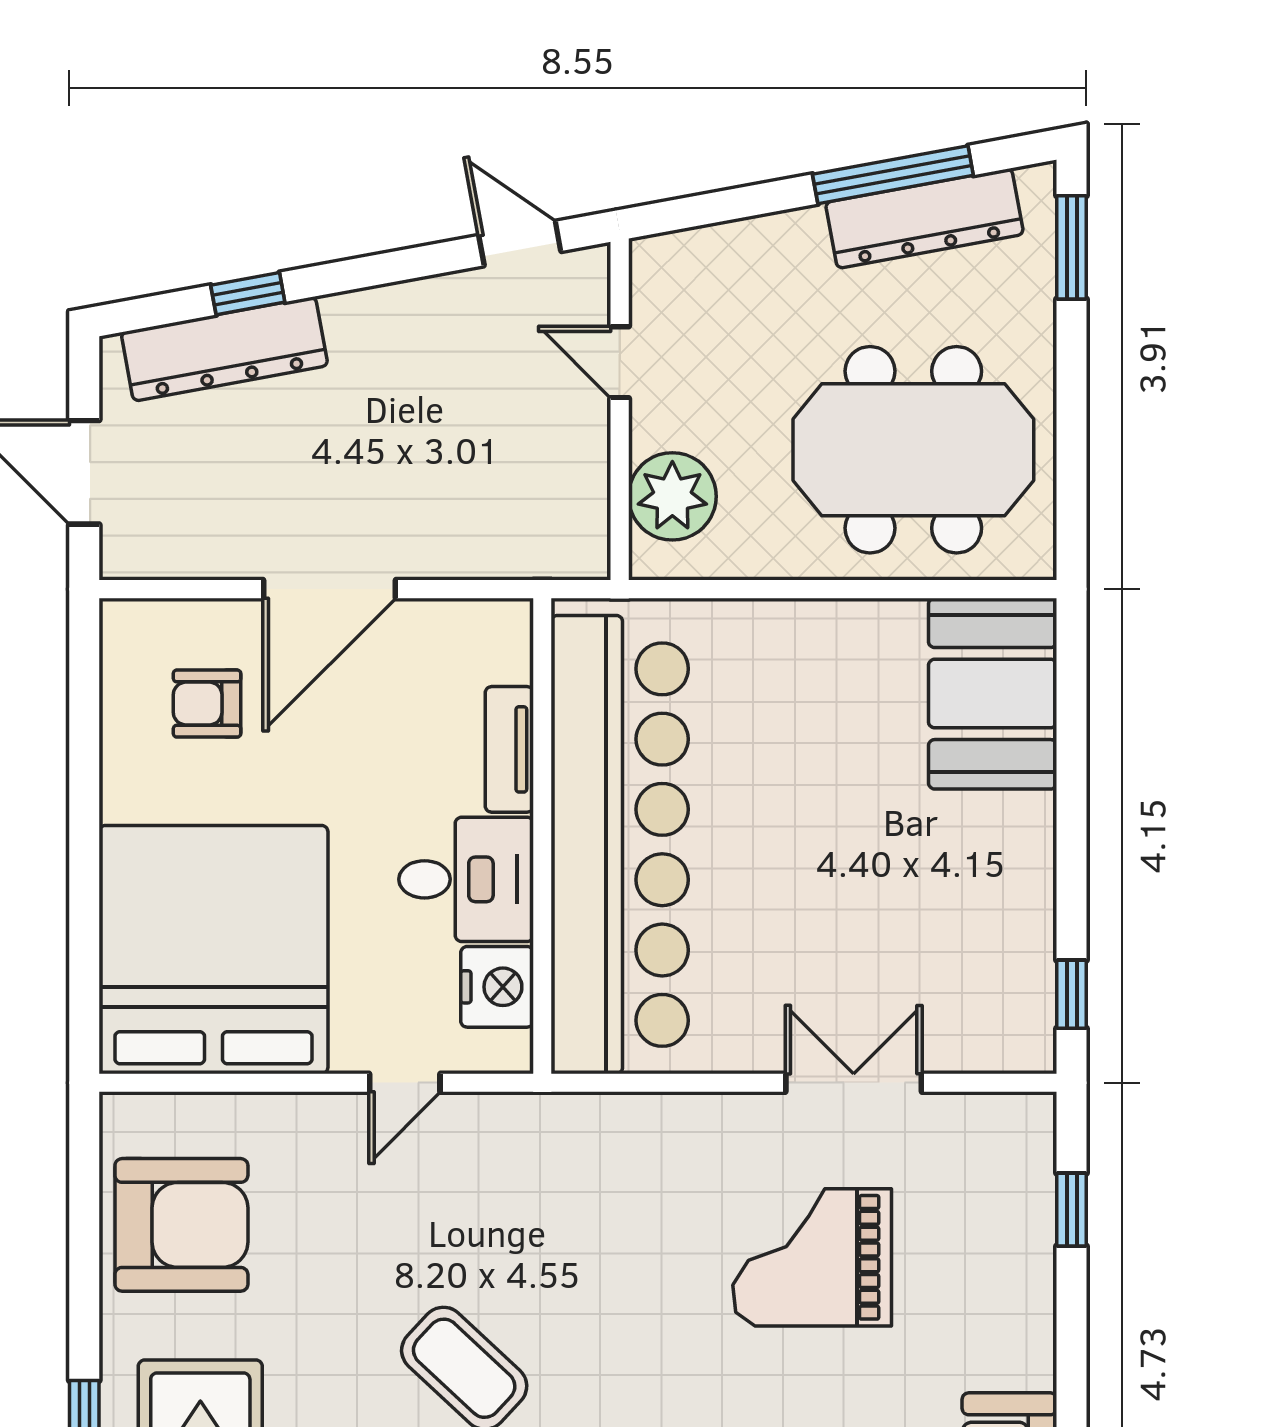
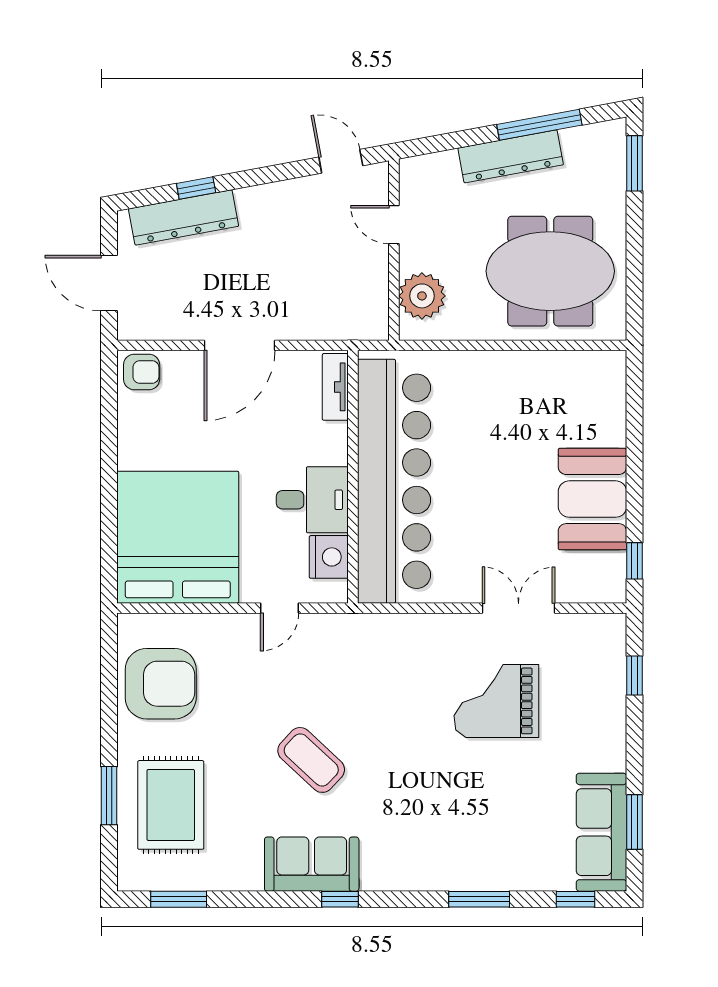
dresser: (924, 218) -> (511, 156), moved
booth: (993, 694) -> (592, 499), moved
armchair: (207, 704) -> (142, 372), moved, turned 180
tv unit: (509, 749) -> (335, 387), moved

